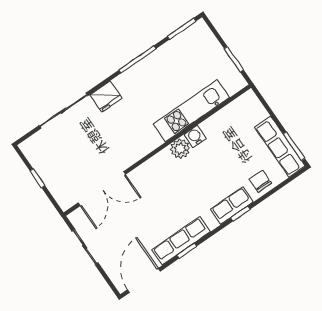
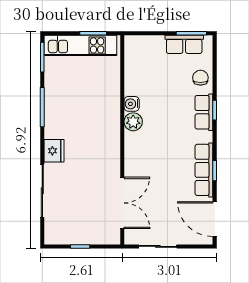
kitchen unit: (191, 111) -> (80, 45), moved, turned -90
row of seats: (280, 146) -> (184, 44), width x0.68
chair: (260, 181) -> (200, 78), turned 90

